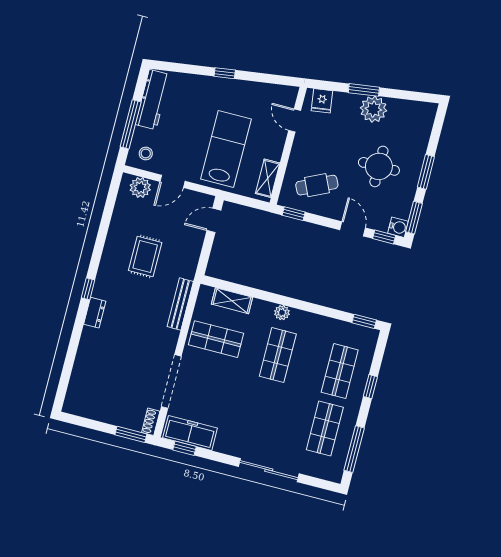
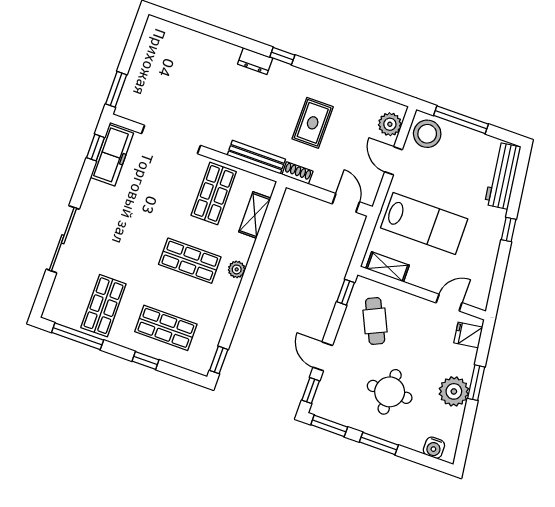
workbench: (153, 100) -> (503, 176), moved, turned 82
stool: (146, 153) -> (427, 134), width x1.89, depth x1.89
water cooler: (398, 227) -> (434, 448), moved
door: (353, 229) -> (323, 356), swing flipped
rug: (145, 256) -> (313, 123), turned 90
shoe rack: (151, 422) -> (297, 173), moved
shop shelf: (325, 428) -> (103, 306), turned 90

